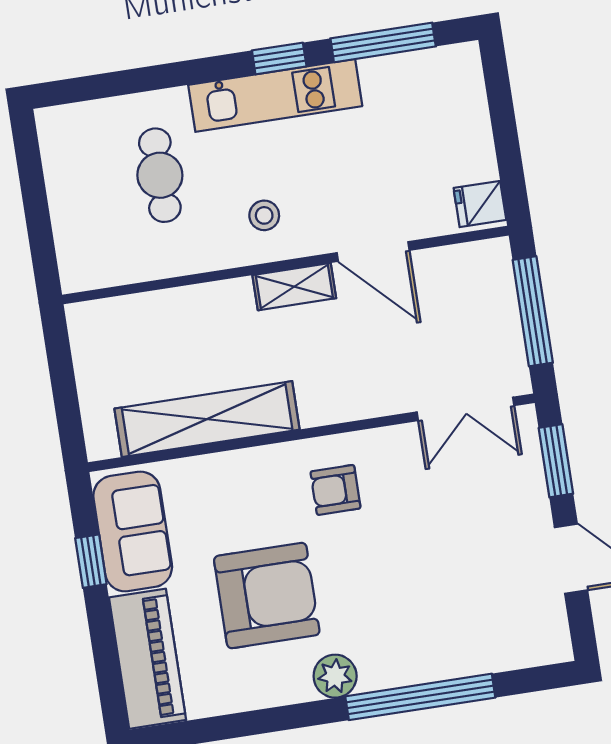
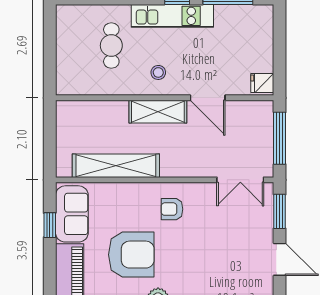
shelving: (294, 287) -> (158, 112), width x1.50, depth x1.33

